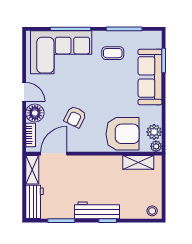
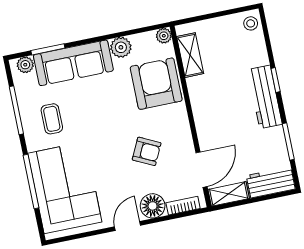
plant: (156, 42) -> (25, 65), added
plant: (154, 132) -> (121, 47), moved
door: (54, 154) -> (202, 170), swing flipped

